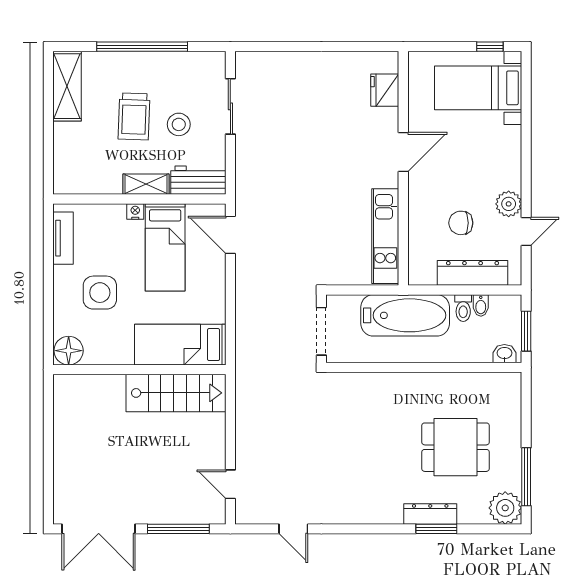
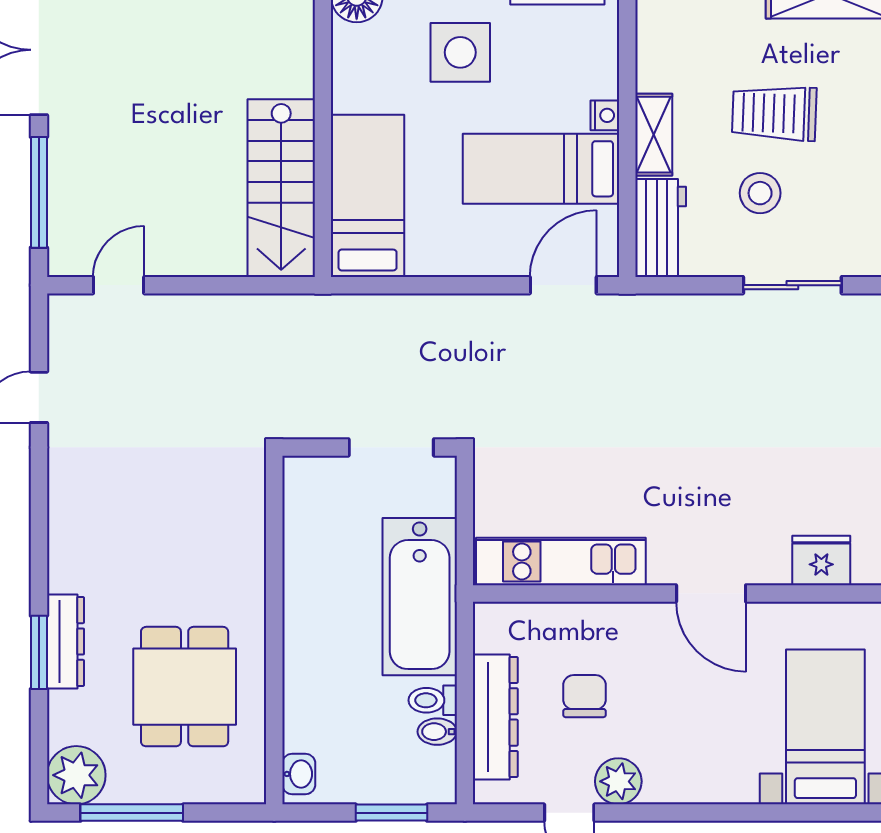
washbasin: (504, 354) -> (299, 774), moved
wall: (424, 367) -> (274, 630), moved

